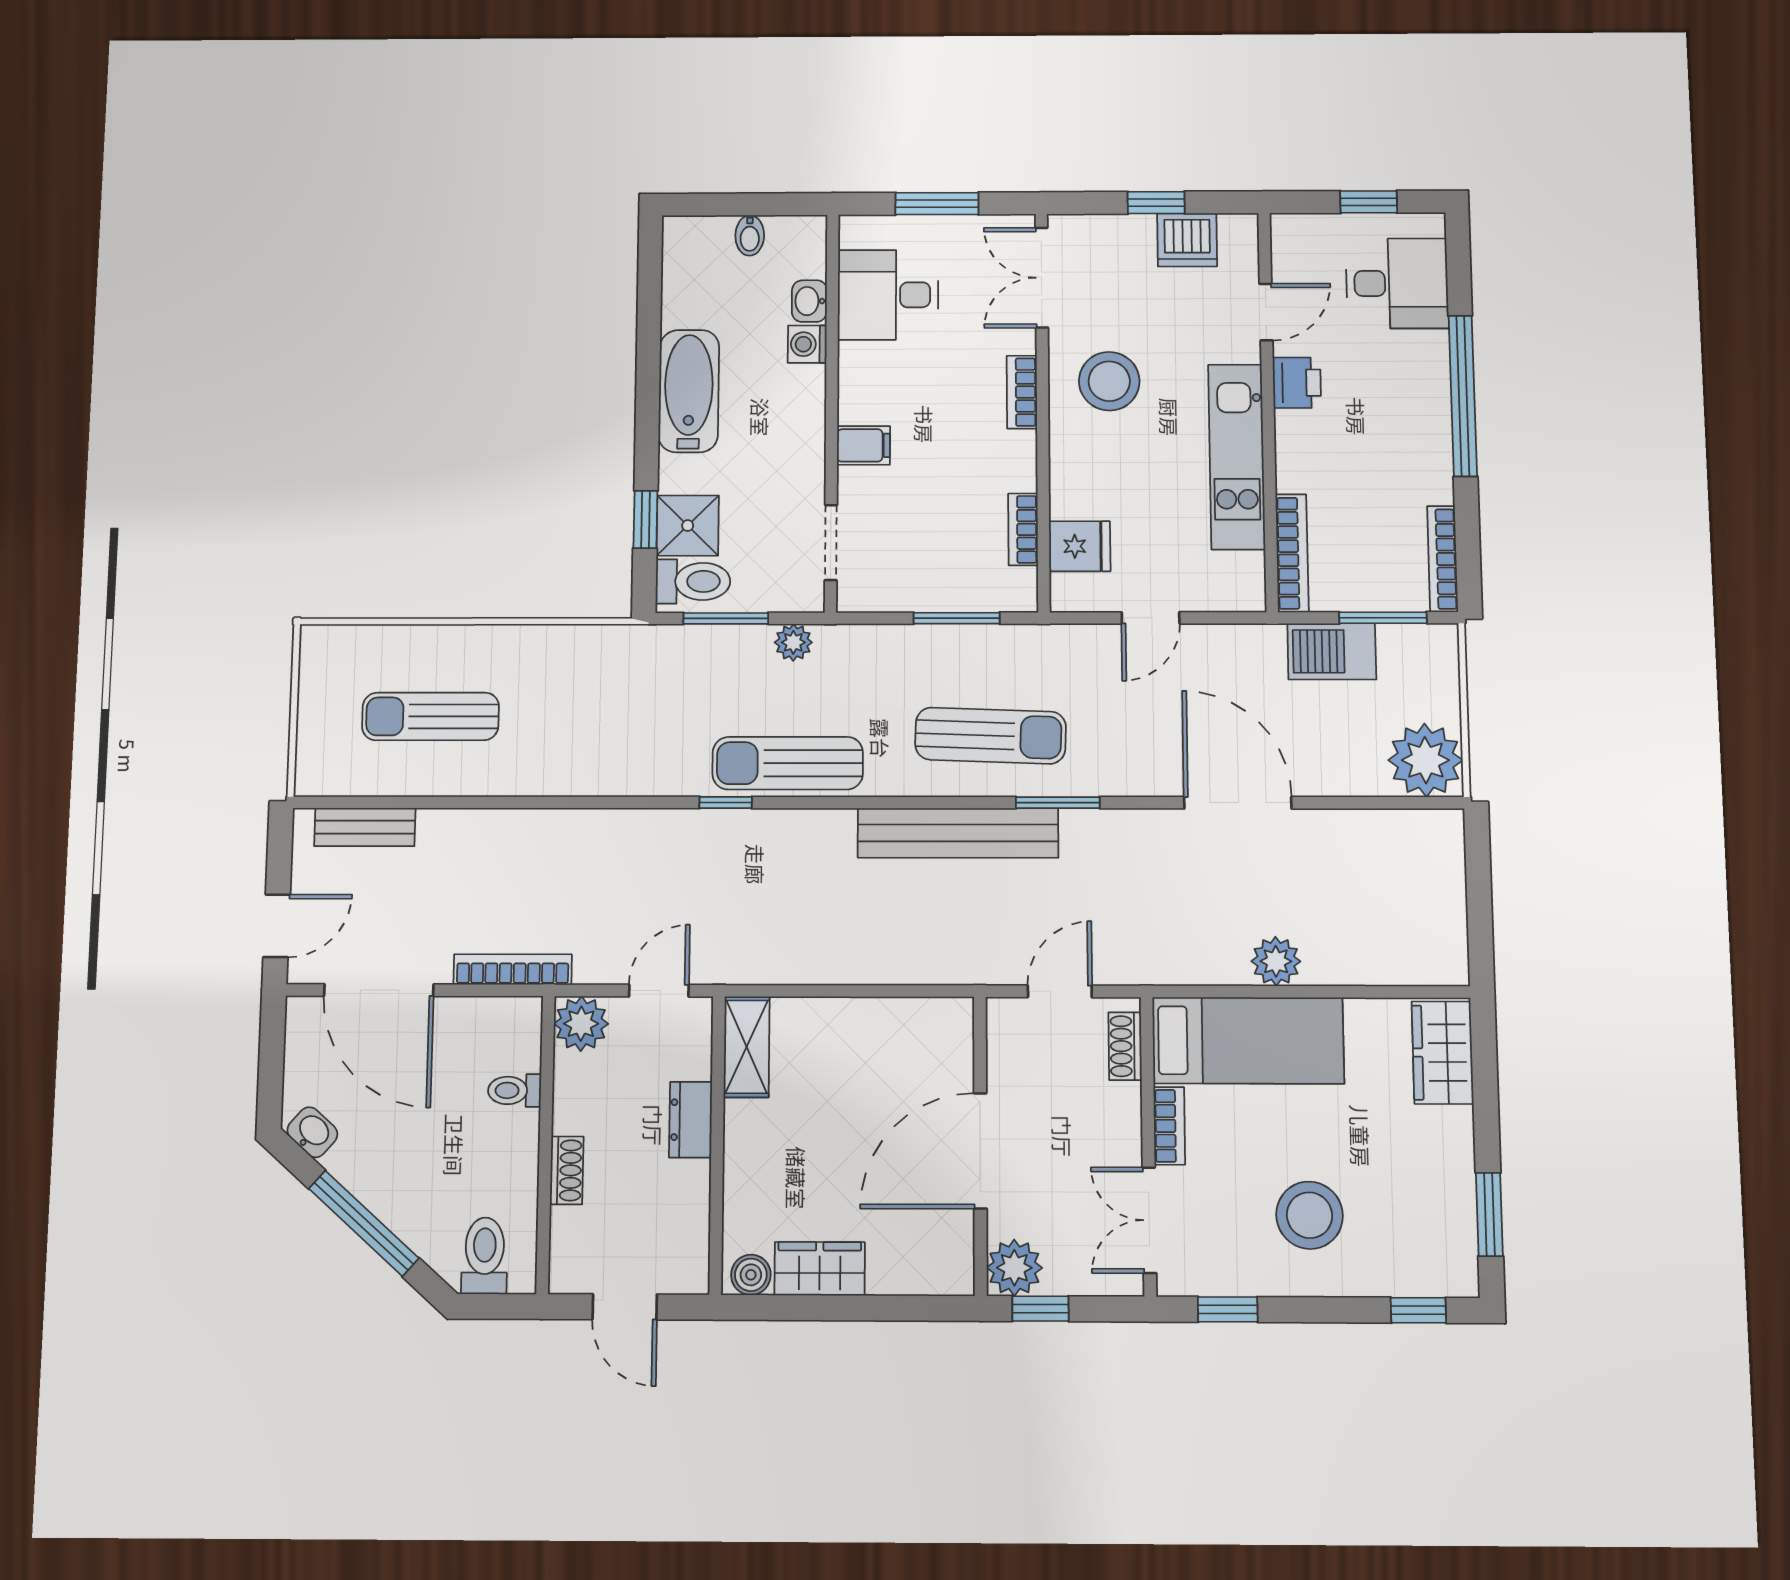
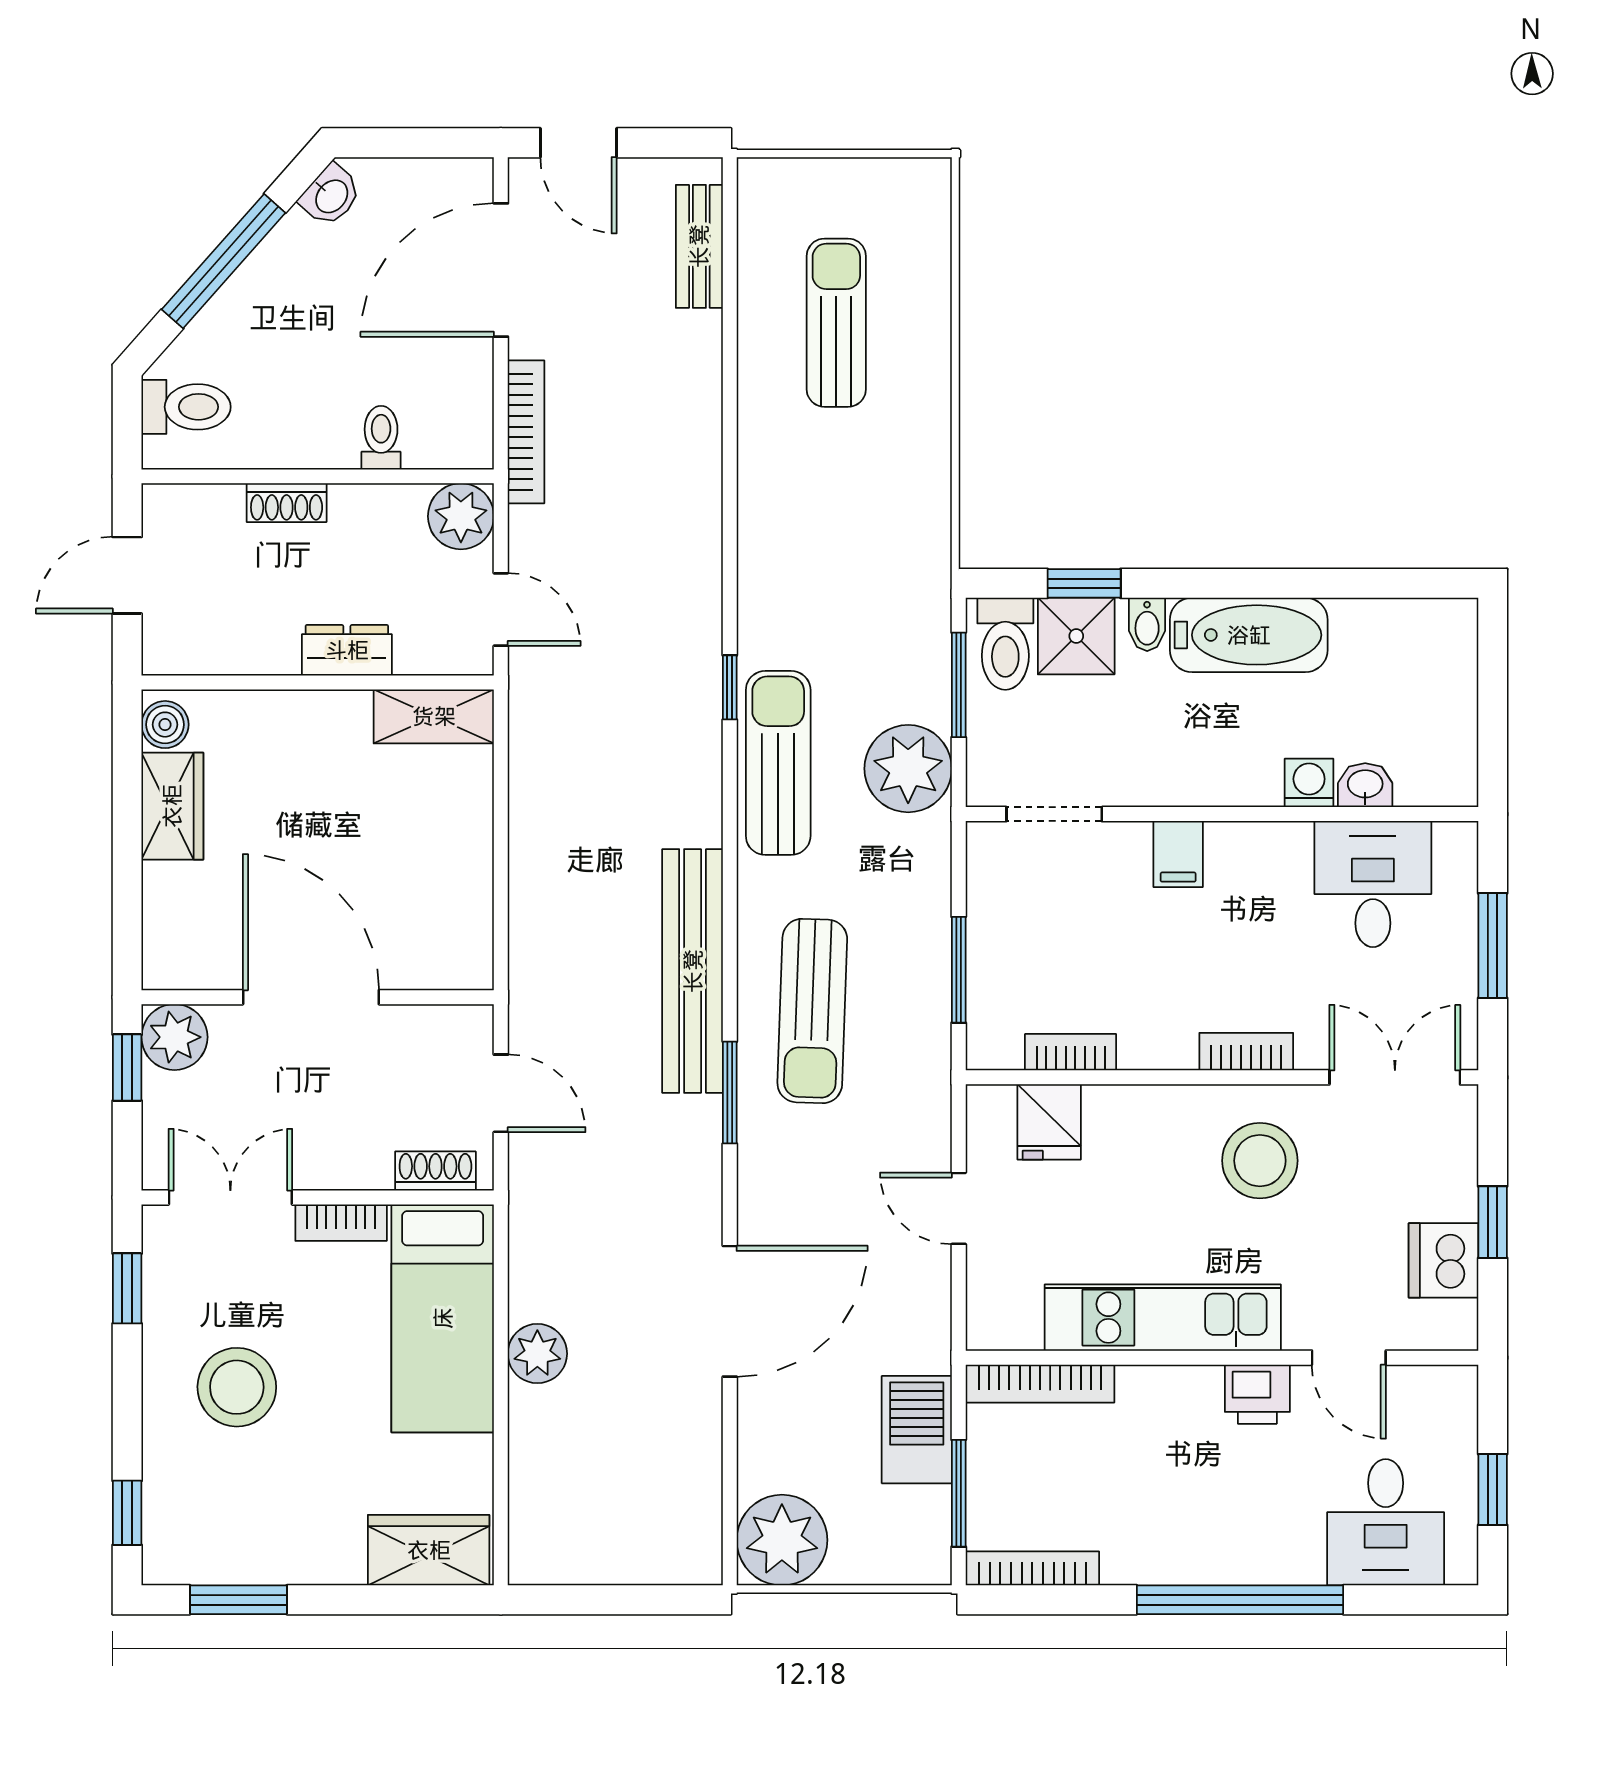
bidet: (750, 235) -> (1147, 624), moved, turned -90
plant: (793, 642) -> (908, 769), width x1.88, depth x1.88

